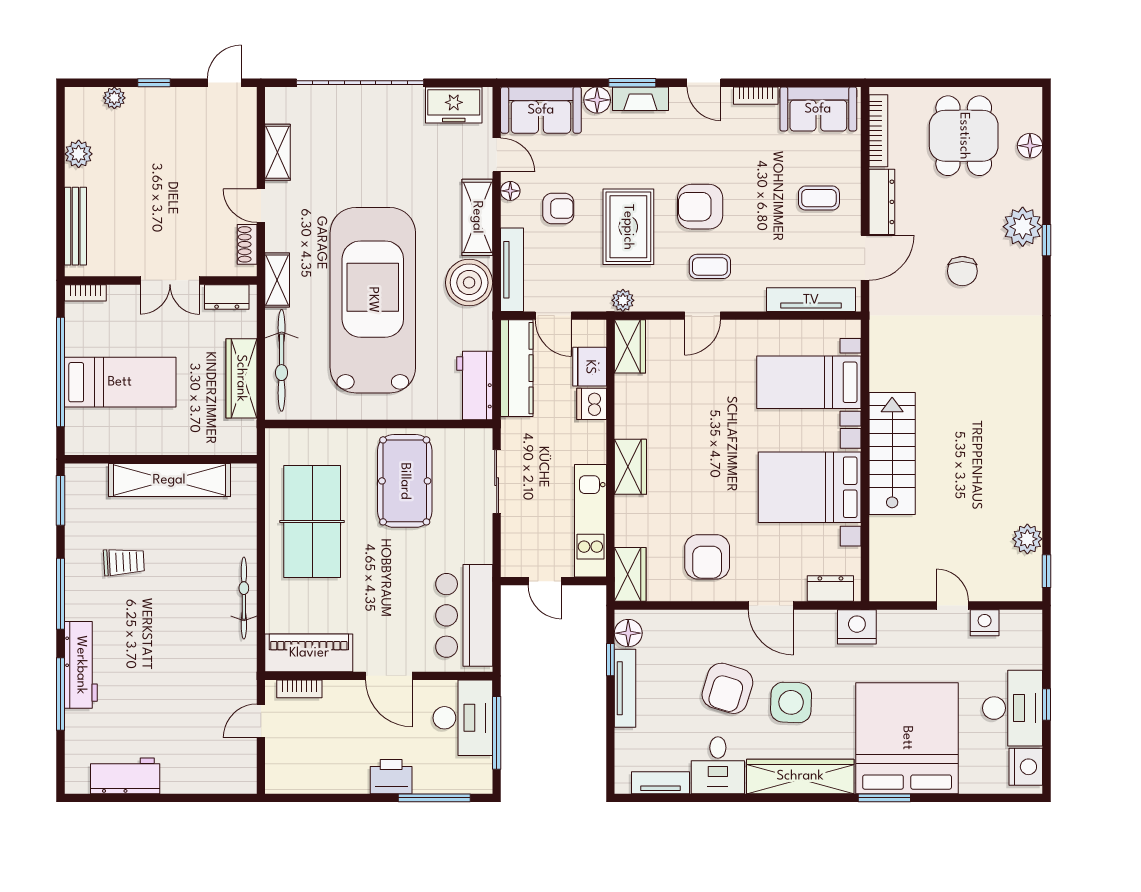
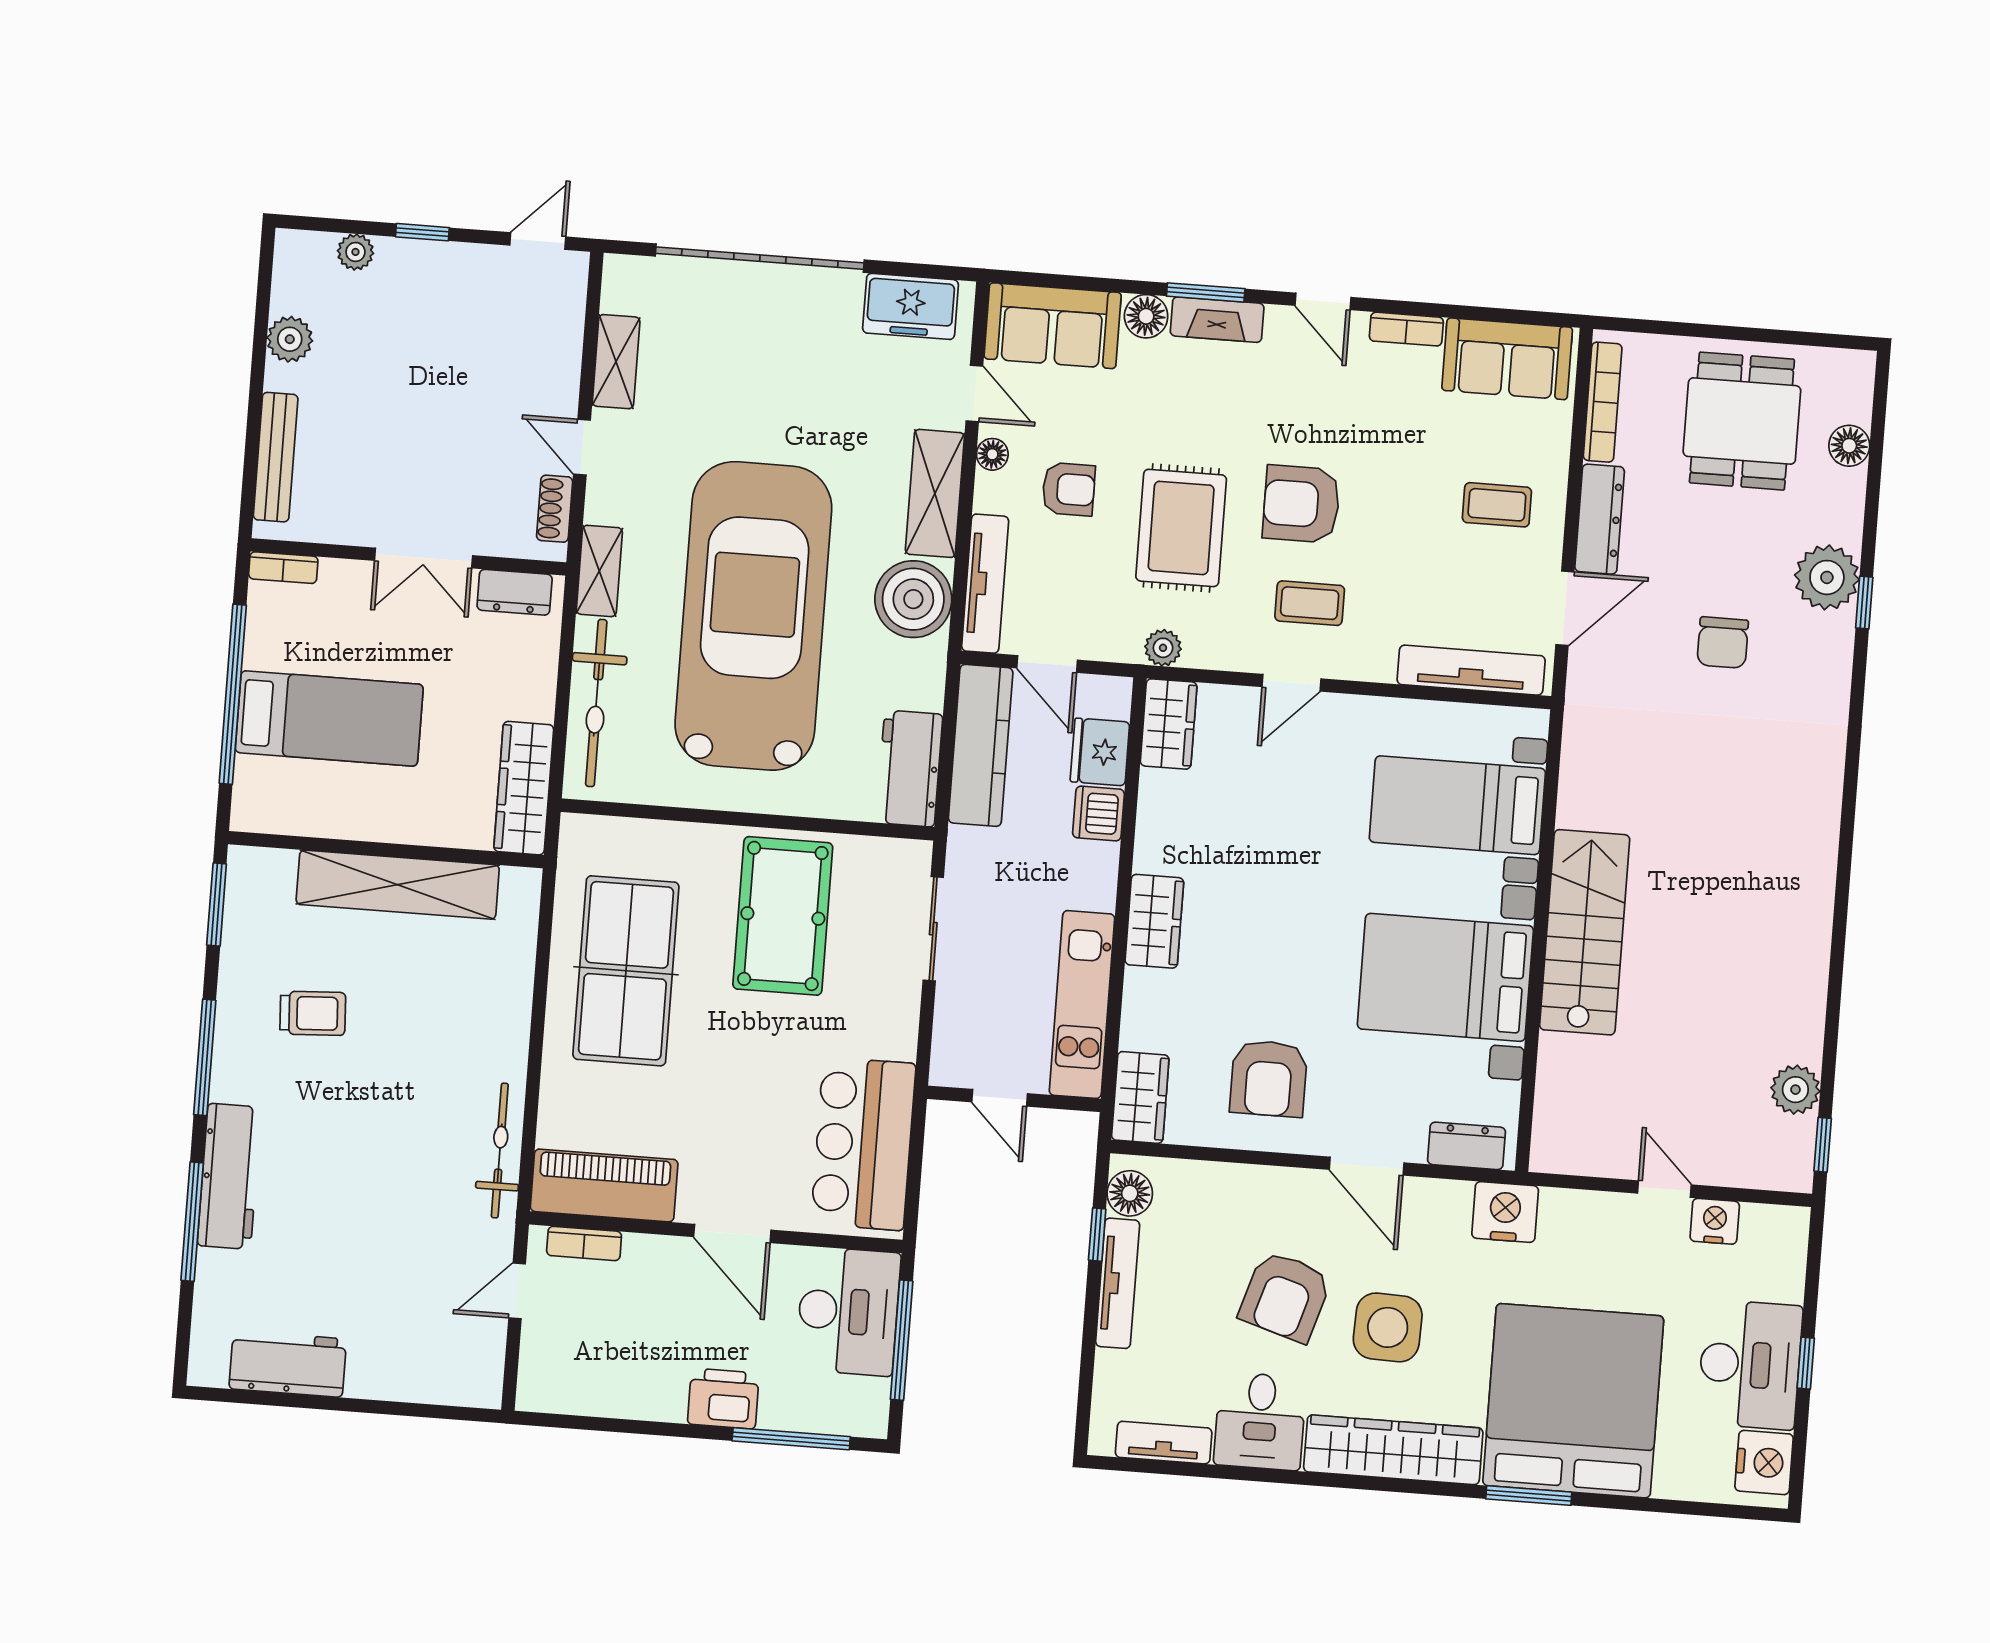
wardrobe: (241, 378) -> (524, 788), moved
bicycle: (244, 598) -> (500, 1151), moved

